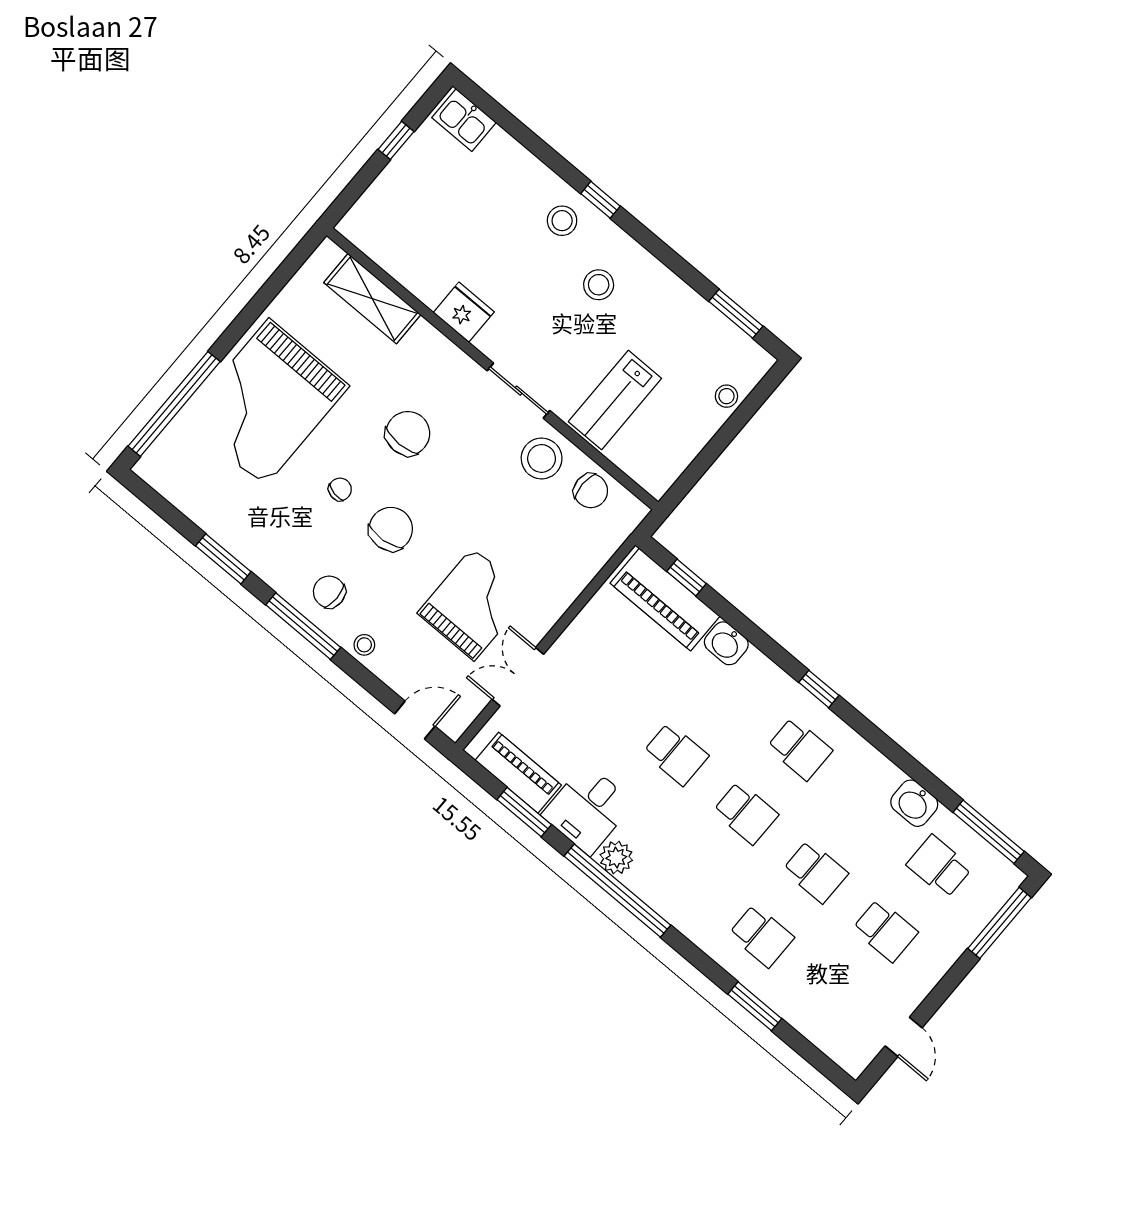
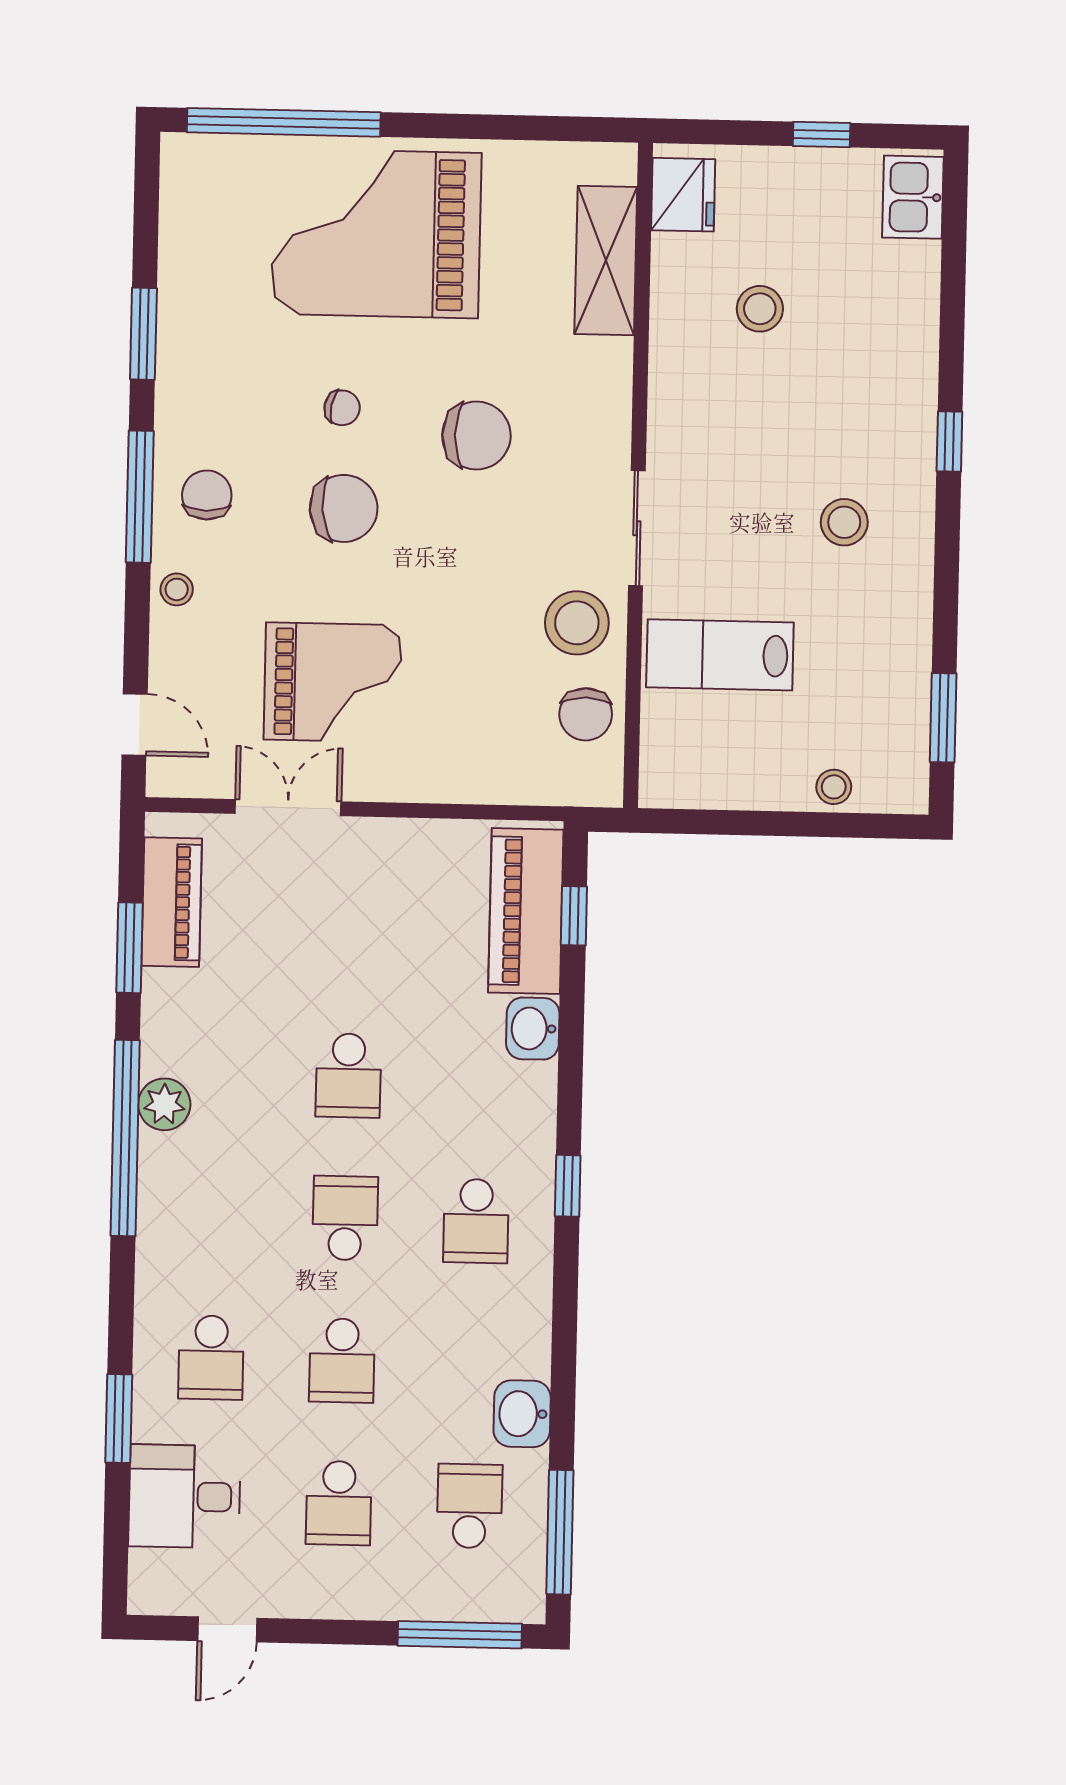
stool: (562, 221) -> (760, 309), moved
fridge: (464, 312) -> (683, 195), moved
desk: (588, 809) -> (185, 1496), moved
school desk: (746, 813) -> (345, 1218), turned 180

